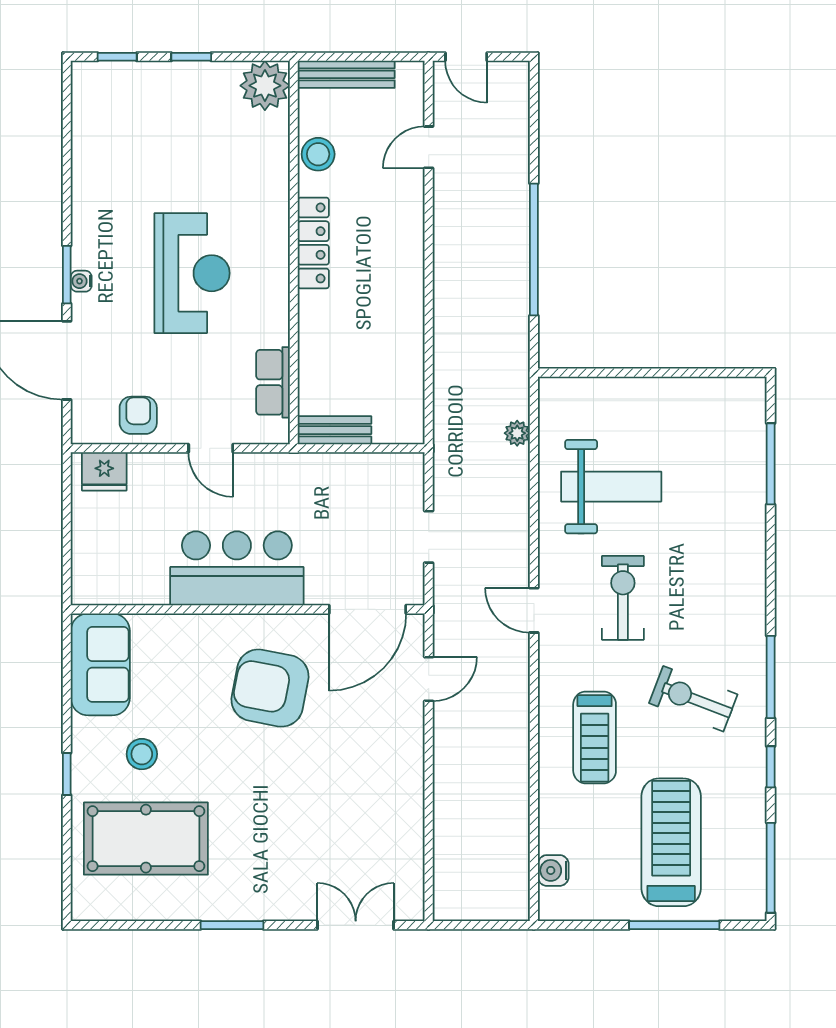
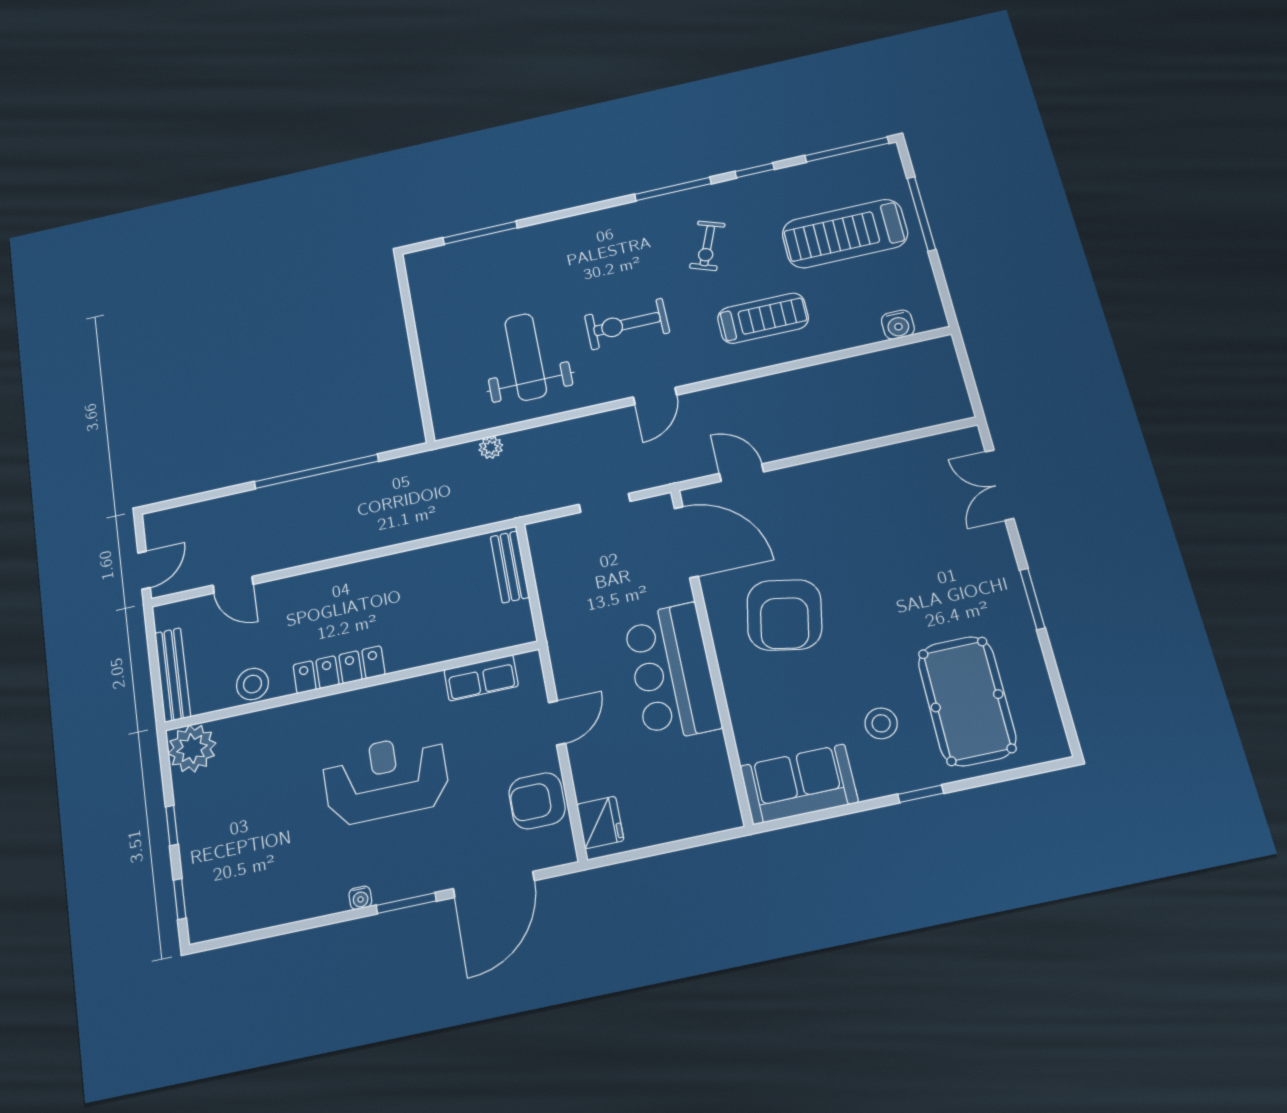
water cooler: (81, 281) -> (360, 898), moved
armchair: (138, 415) -> (537, 801), width x1.38, depth x1.38
bench: (335, 430) -> (510, 567), moved
exercise bike: (693, 699) -> (707, 246), width x0.73, depth x0.72

